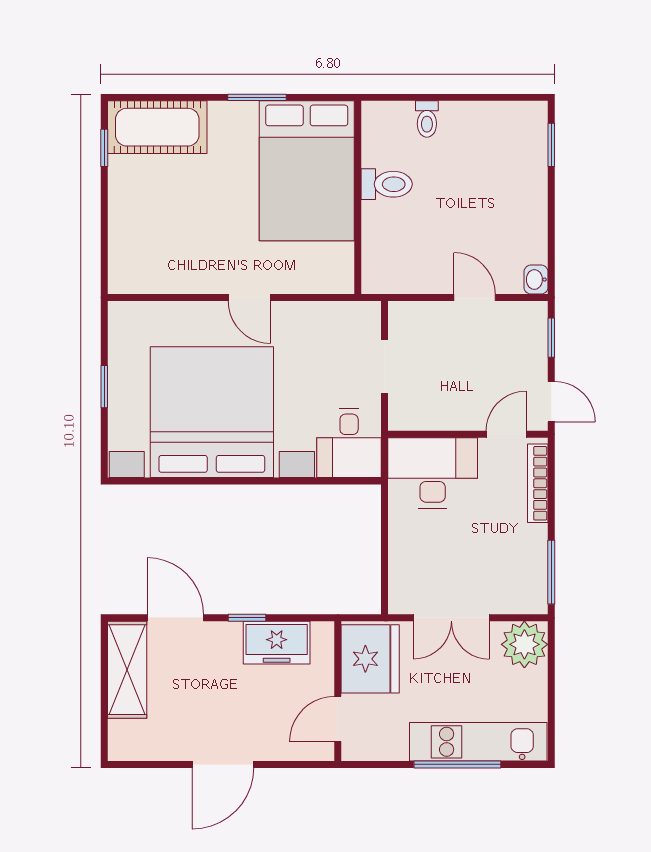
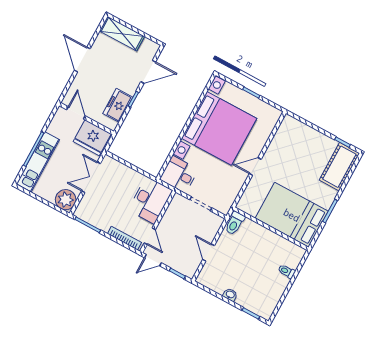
toilet: (387, 184) -> (235, 223), moved
washbasin: (536, 280) -> (230, 295), moved
door: (475, 298) -> (208, 253), swing flipped
shelving: (127, 670) -> (122, 34), moved

